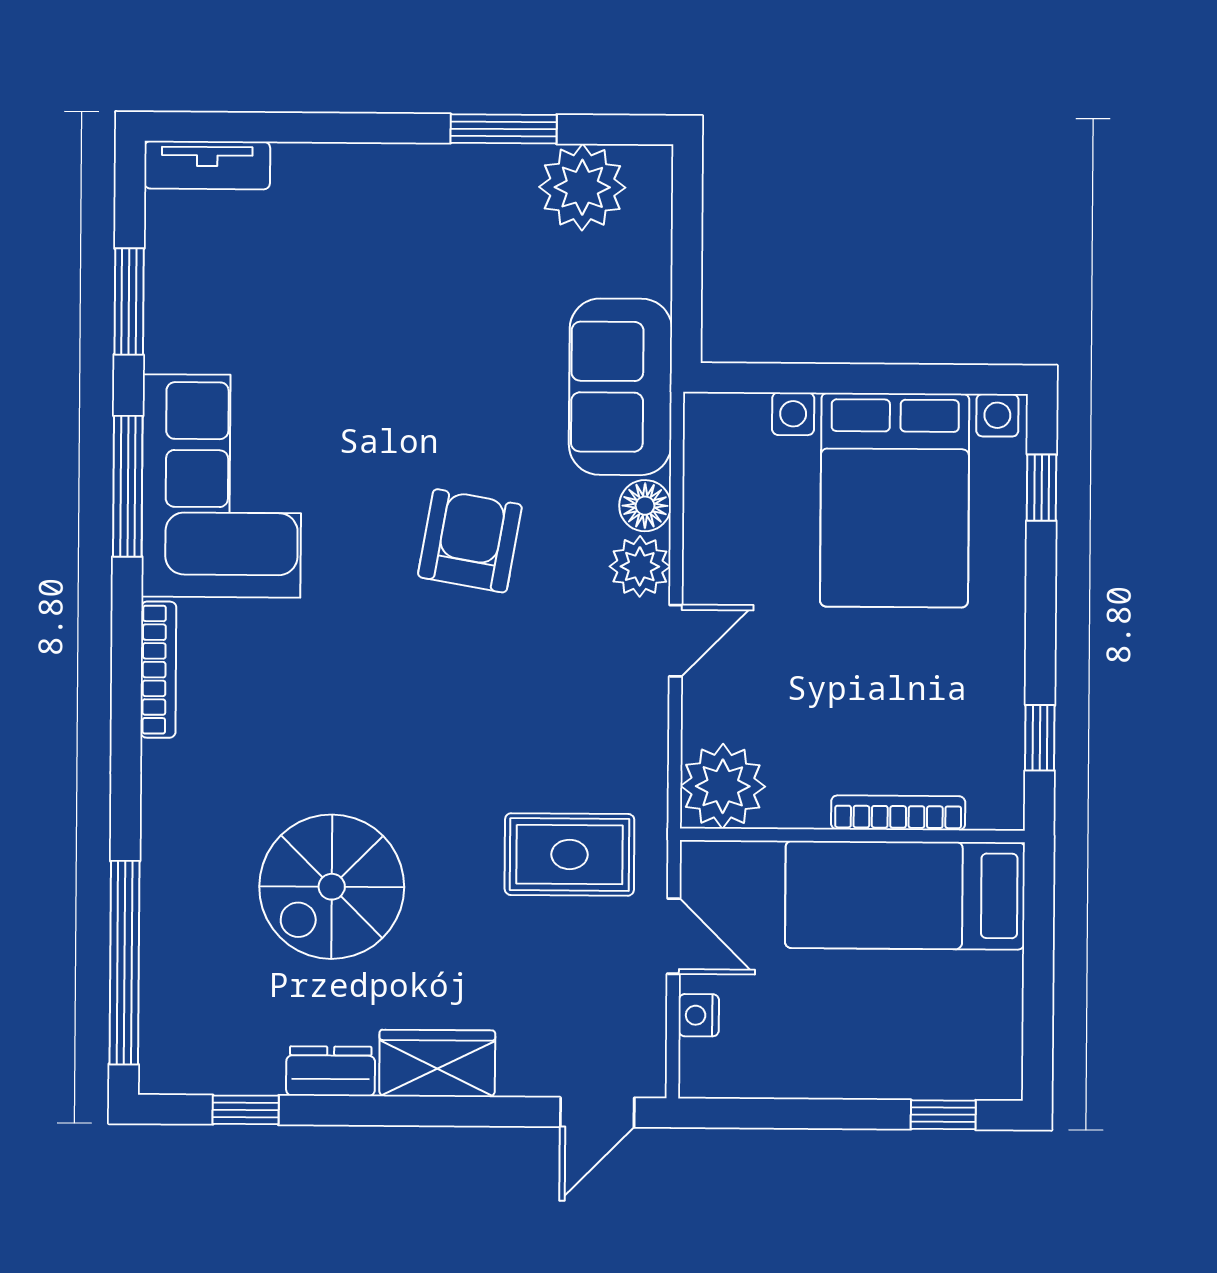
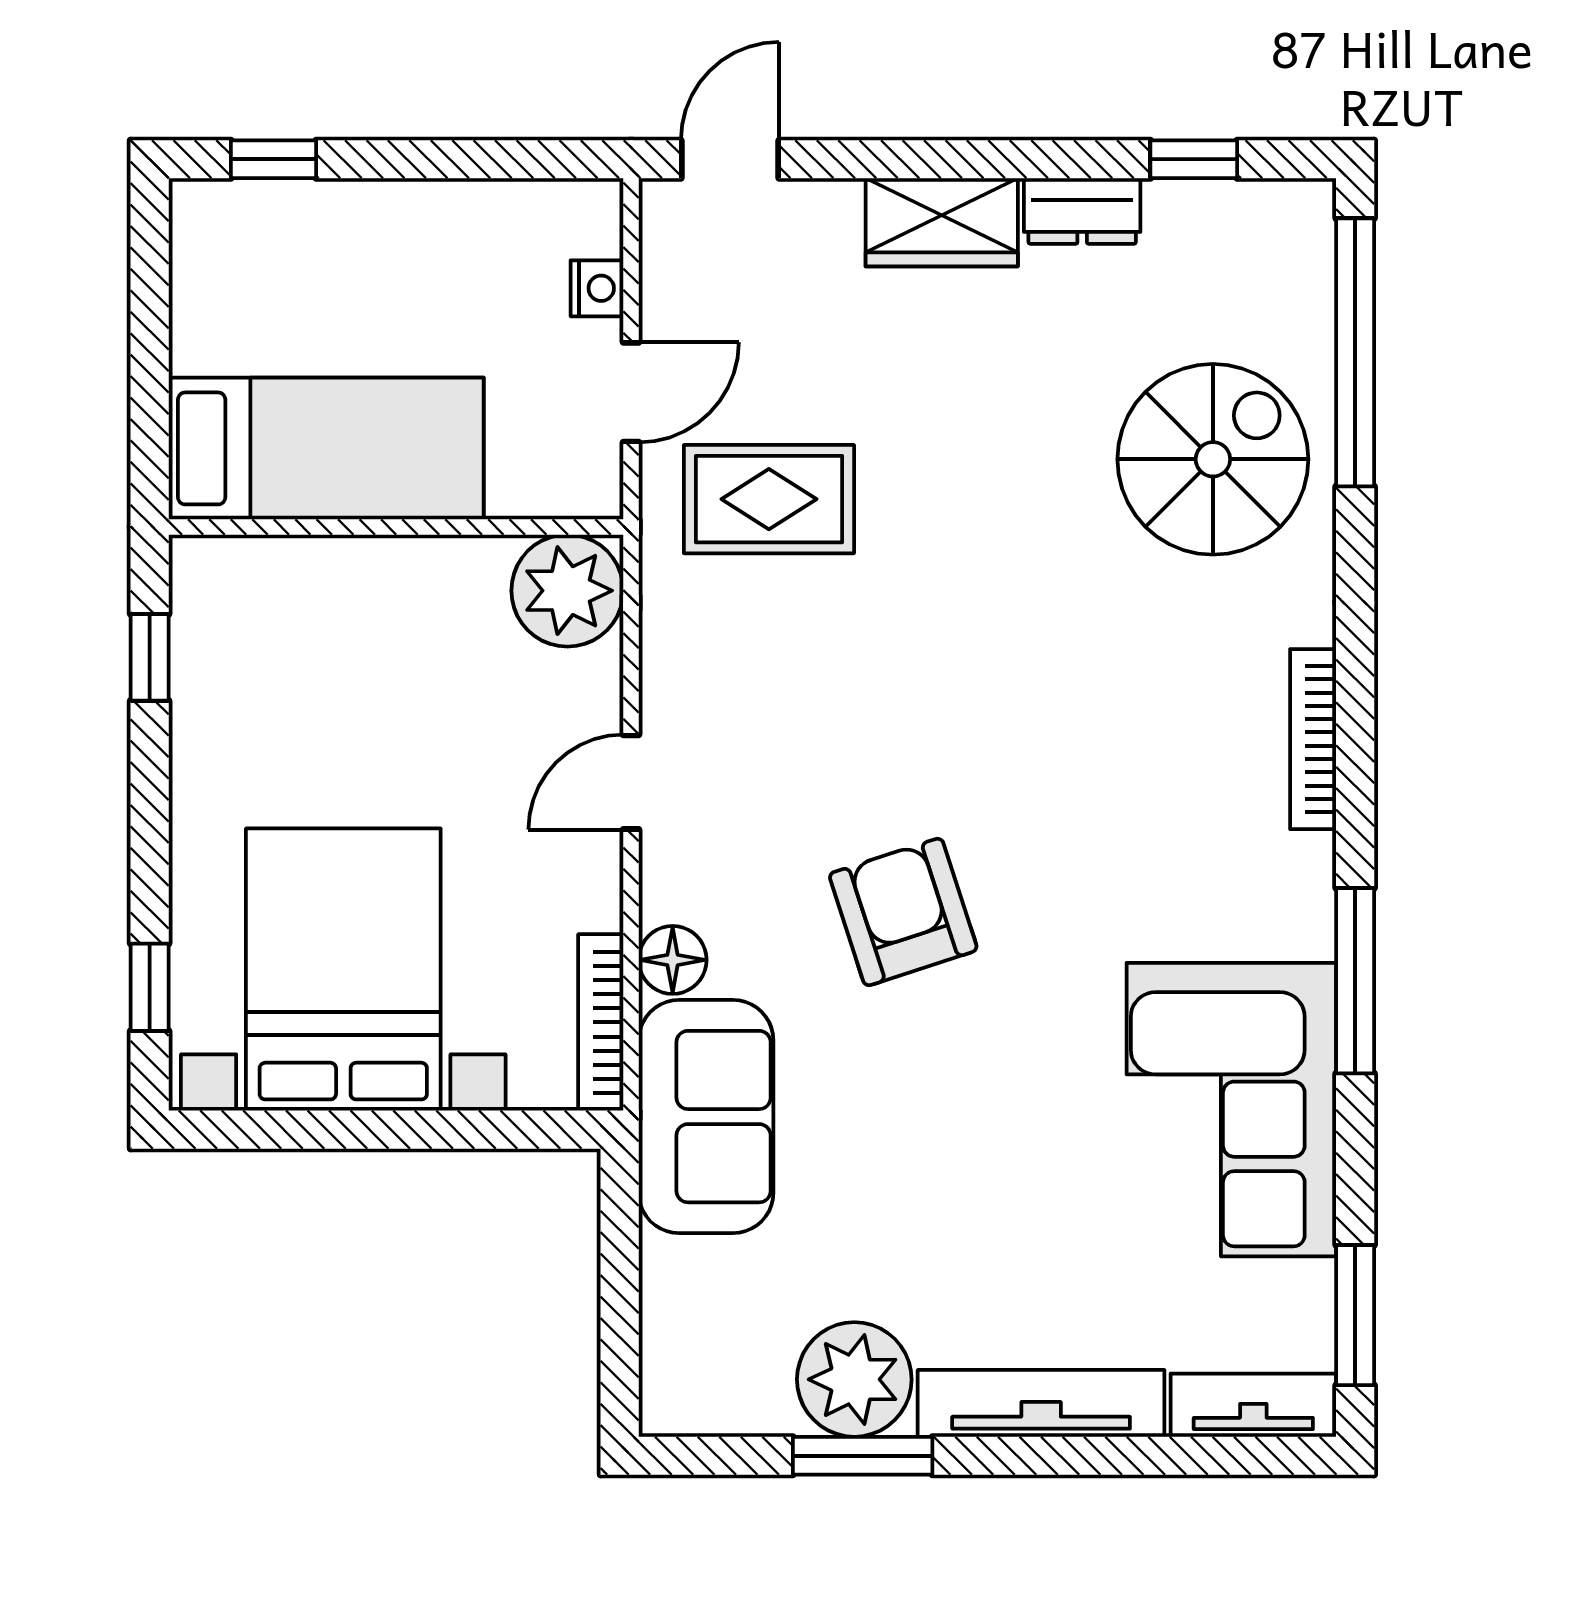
tv unit: (368, 168) -> (1041, 1403), added
plant: (582, 187) -> (854, 1379), moved
window: (129, 302) -> (1355, 1315), moved
corner sofa: (222, 486) -> (1231, 1110), moved
armchair: (470, 541) -> (903, 912), turned 152
plant: (640, 566) -> (679, 880), removed
bookcase: (898, 813) -> (601, 1022), moved, turned 90
spiral stairs: (332, 887) -> (1213, 459), moved
door: (673, 936) -> (631, 392), swing flipped

